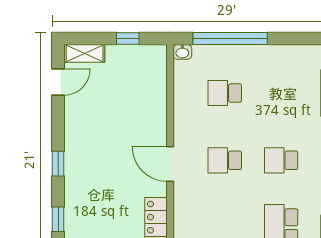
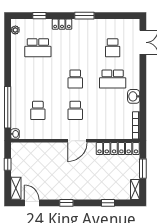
window: (58, 164) -> (66, 203), moved

